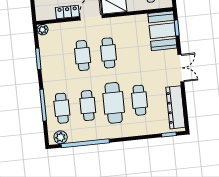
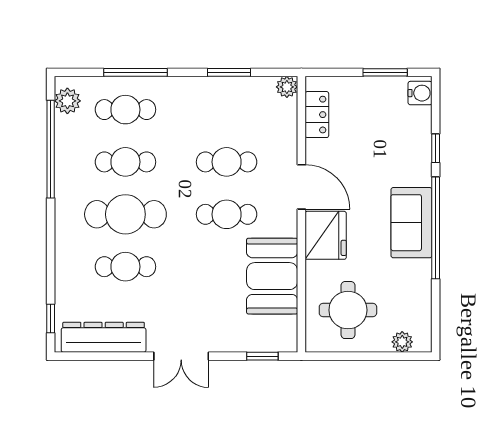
locker: (67, 12) -> (317, 115), moved
booth: (162, 31) -> (272, 276), moved, turned 90

